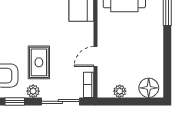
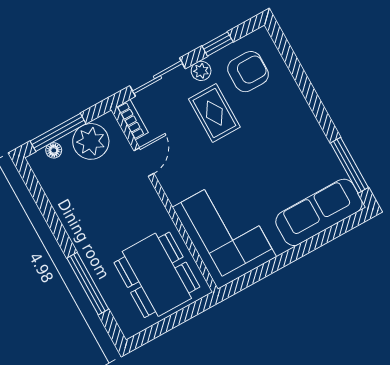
floor lamp: (149, 88) -> (54, 150), width x0.53, depth x0.53
plant: (120, 91) -> (91, 141), width x1.88, depth x1.88
window: (136, 101) -> (58, 132), added

